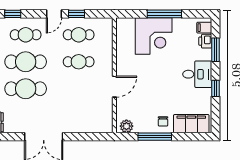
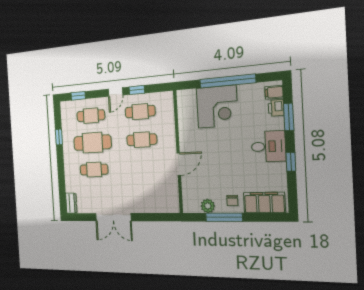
window: (164, 14) -> (228, 81), width x1.46
cafe table: (26, 89) -> (94, 170), width x0.73, depth x0.74
plant: (126, 126) -> (208, 206), moved

